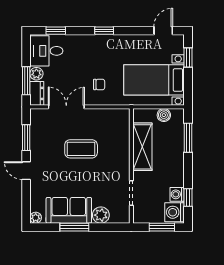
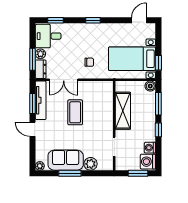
window: (188, 58) -> (158, 63), moved
double door: (66, 107) -> (64, 80), swing flipped
boiler: (164, 115) -> (150, 86), moved
tv unit: (37, 133) -> (41, 100), added
coffee table: (81, 149) -> (75, 112), turned 90
window: (188, 197) -> (158, 130), moved

